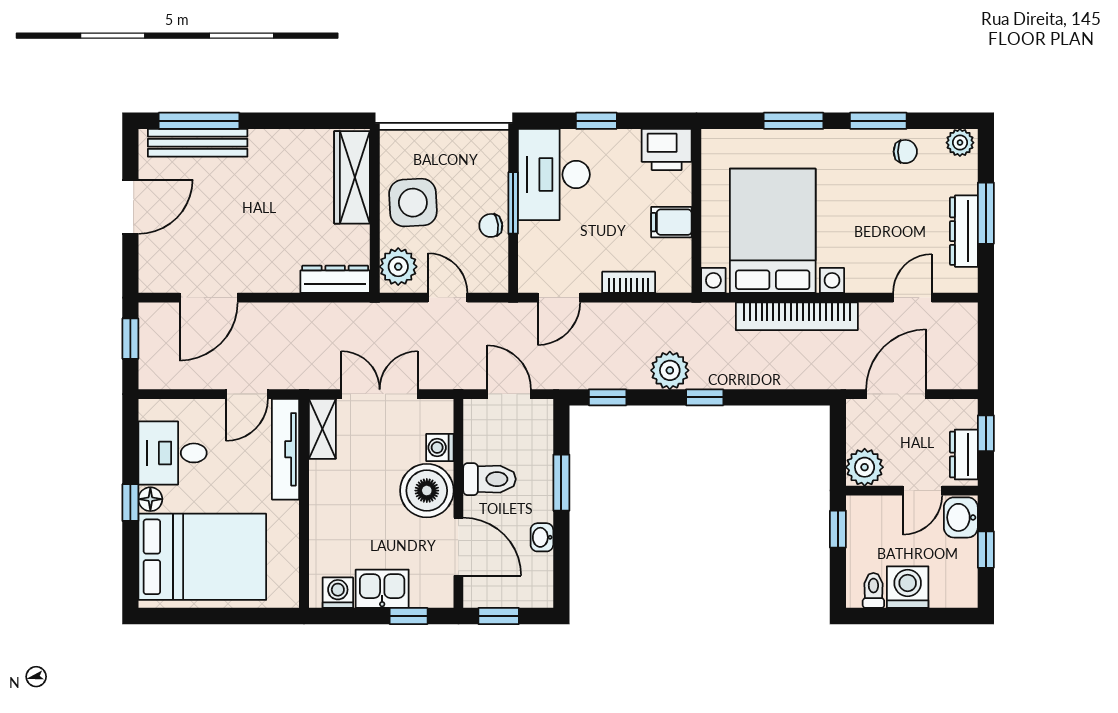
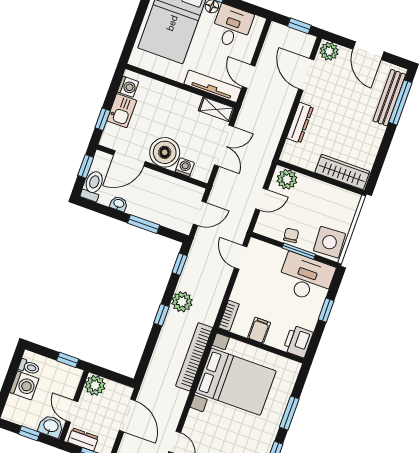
side table: (413, 203) -> (329, 242), moved
plant: (155, 273) -> (329, 51), added
dresser: (335, 279) -> (300, 123), moved
bookcase: (629, 282) -> (229, 316), moved
bookcase: (797, 316) -> (194, 357), moved
toilet: (490, 479) -> (93, 186), moved, turned 180

